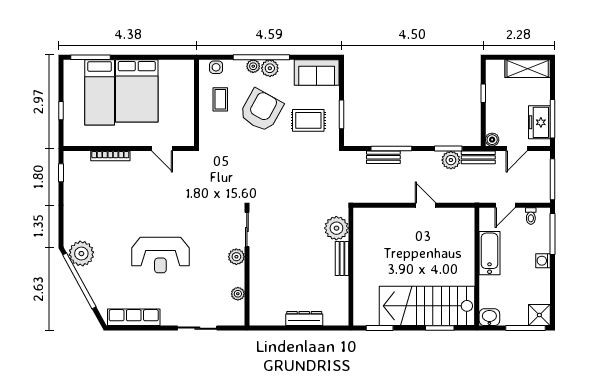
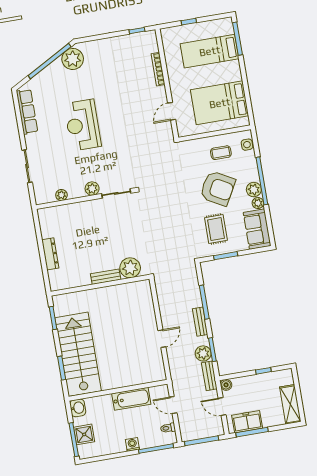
plant: (253, 66) -> (258, 203), moved
bed: (137, 91) -> (220, 103), moved
bench: (383, 157) -> (200, 322), moved
shower: (539, 315) -> (84, 434), moved

